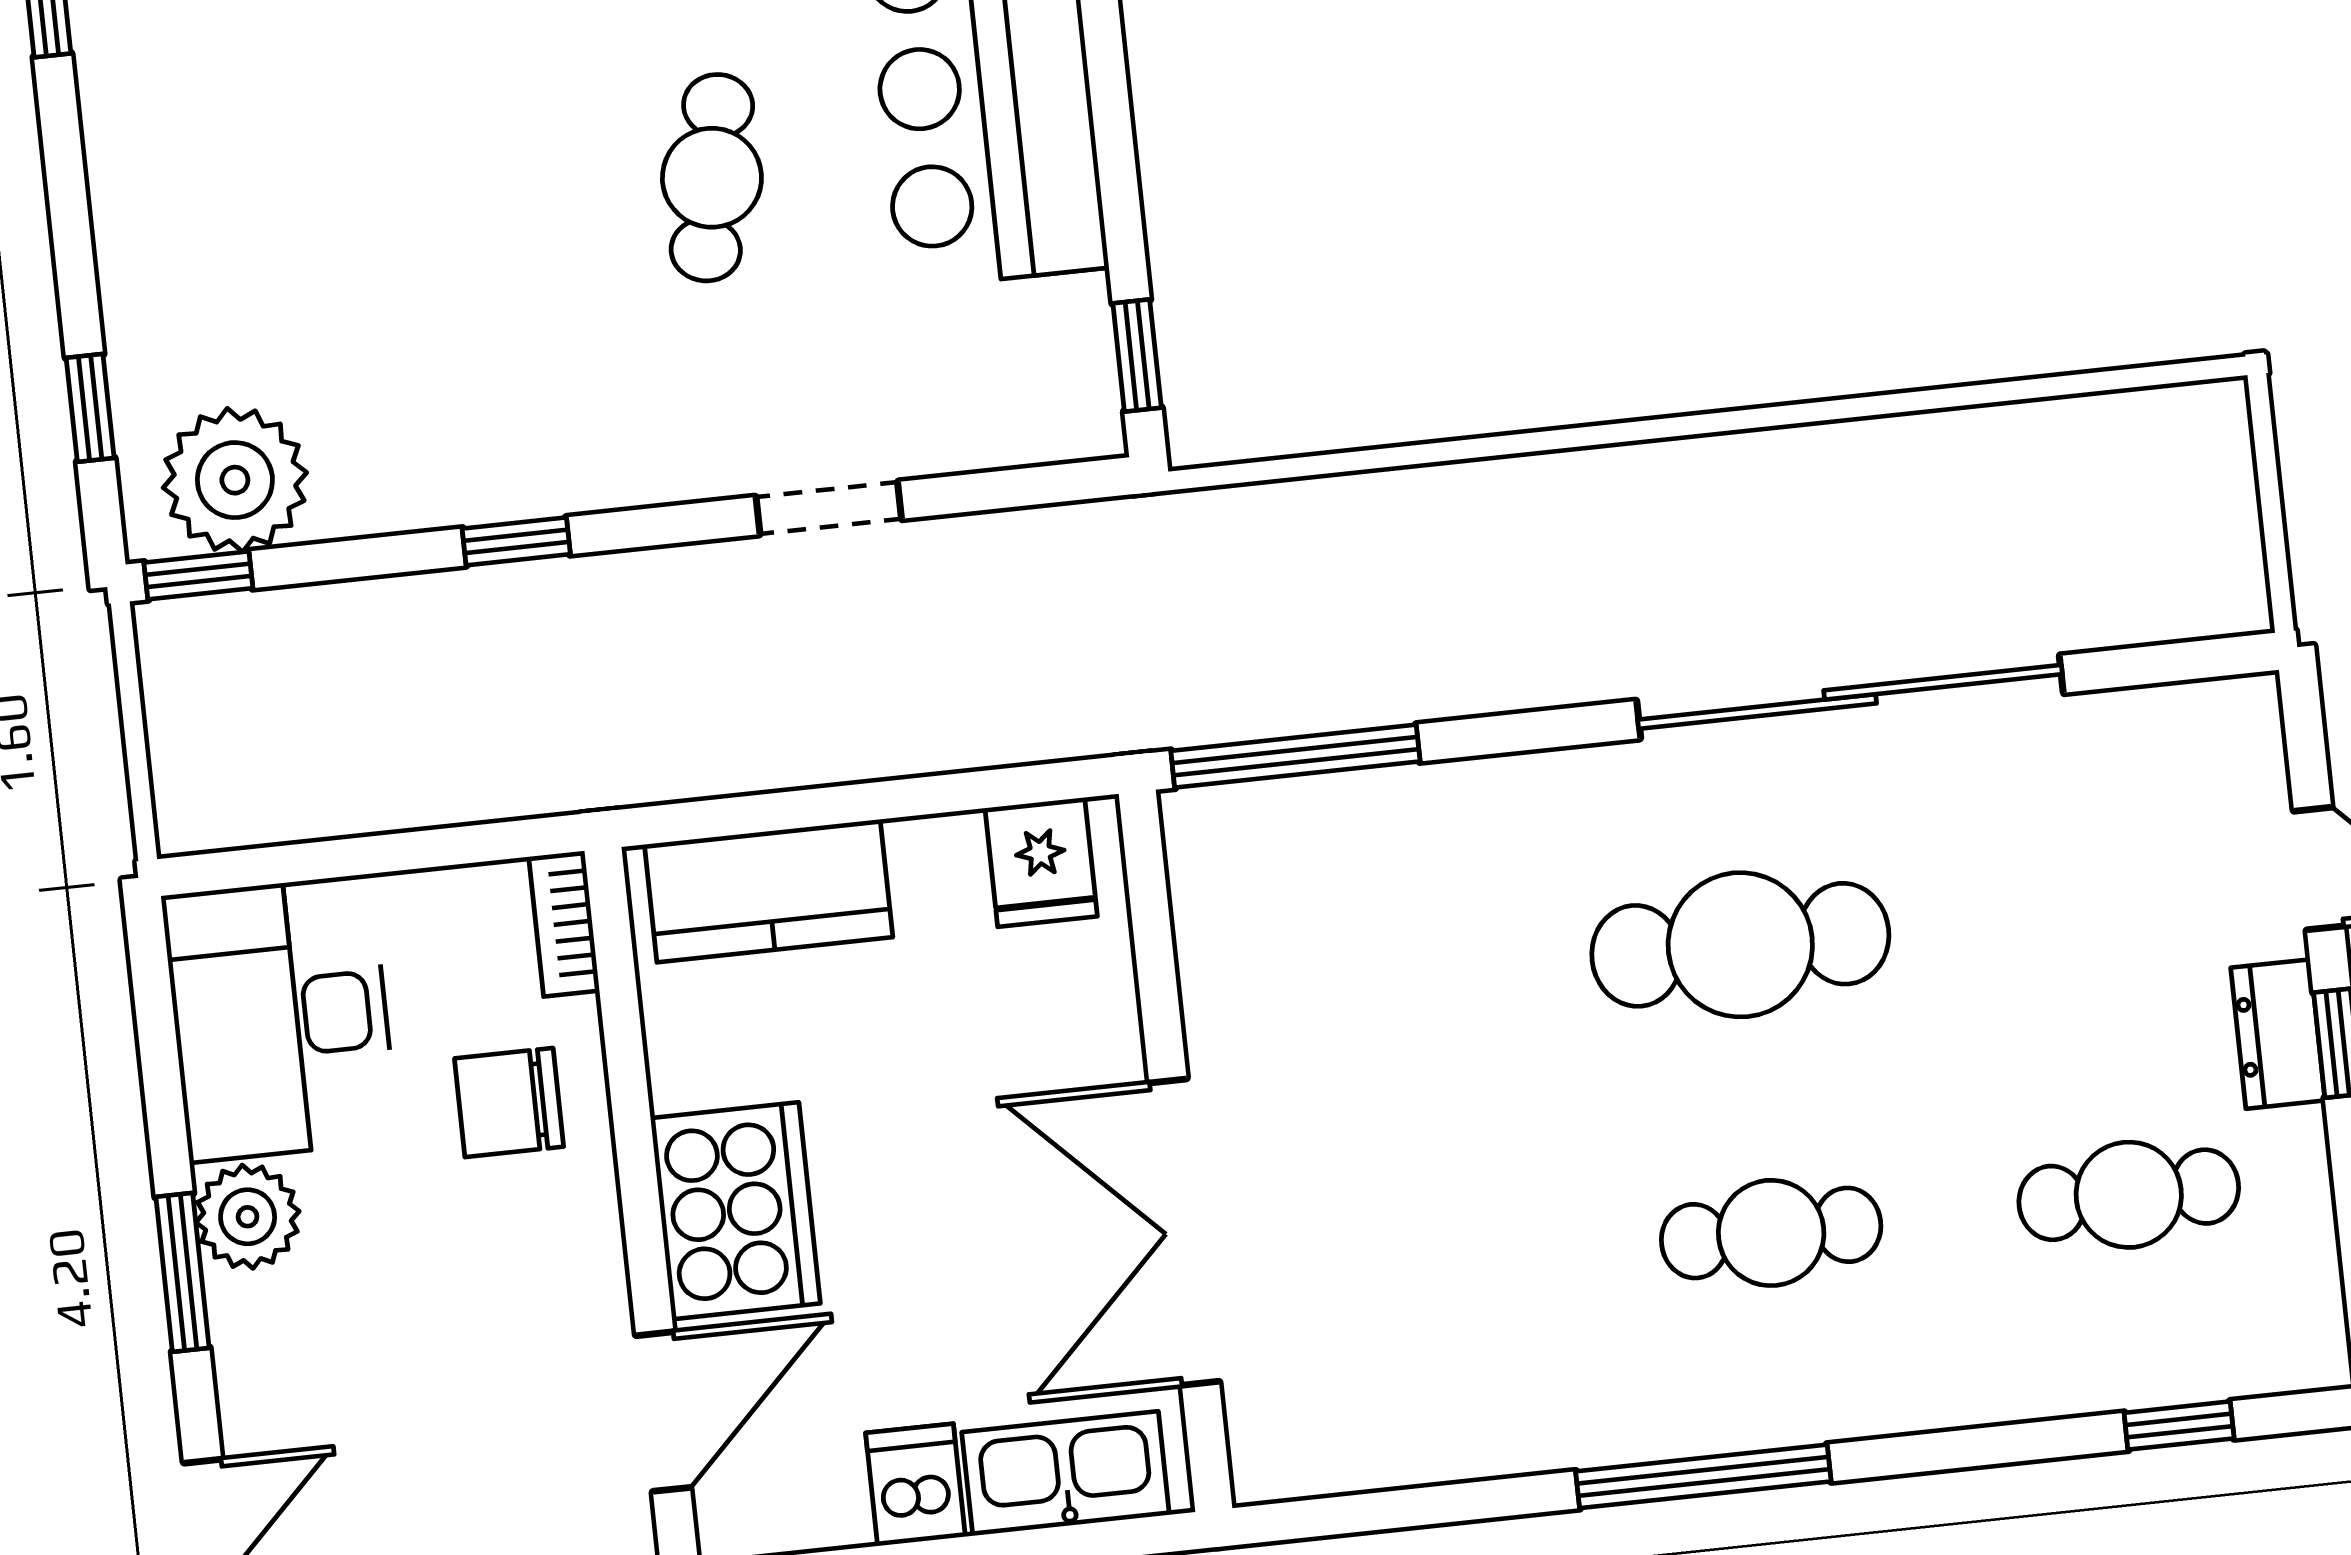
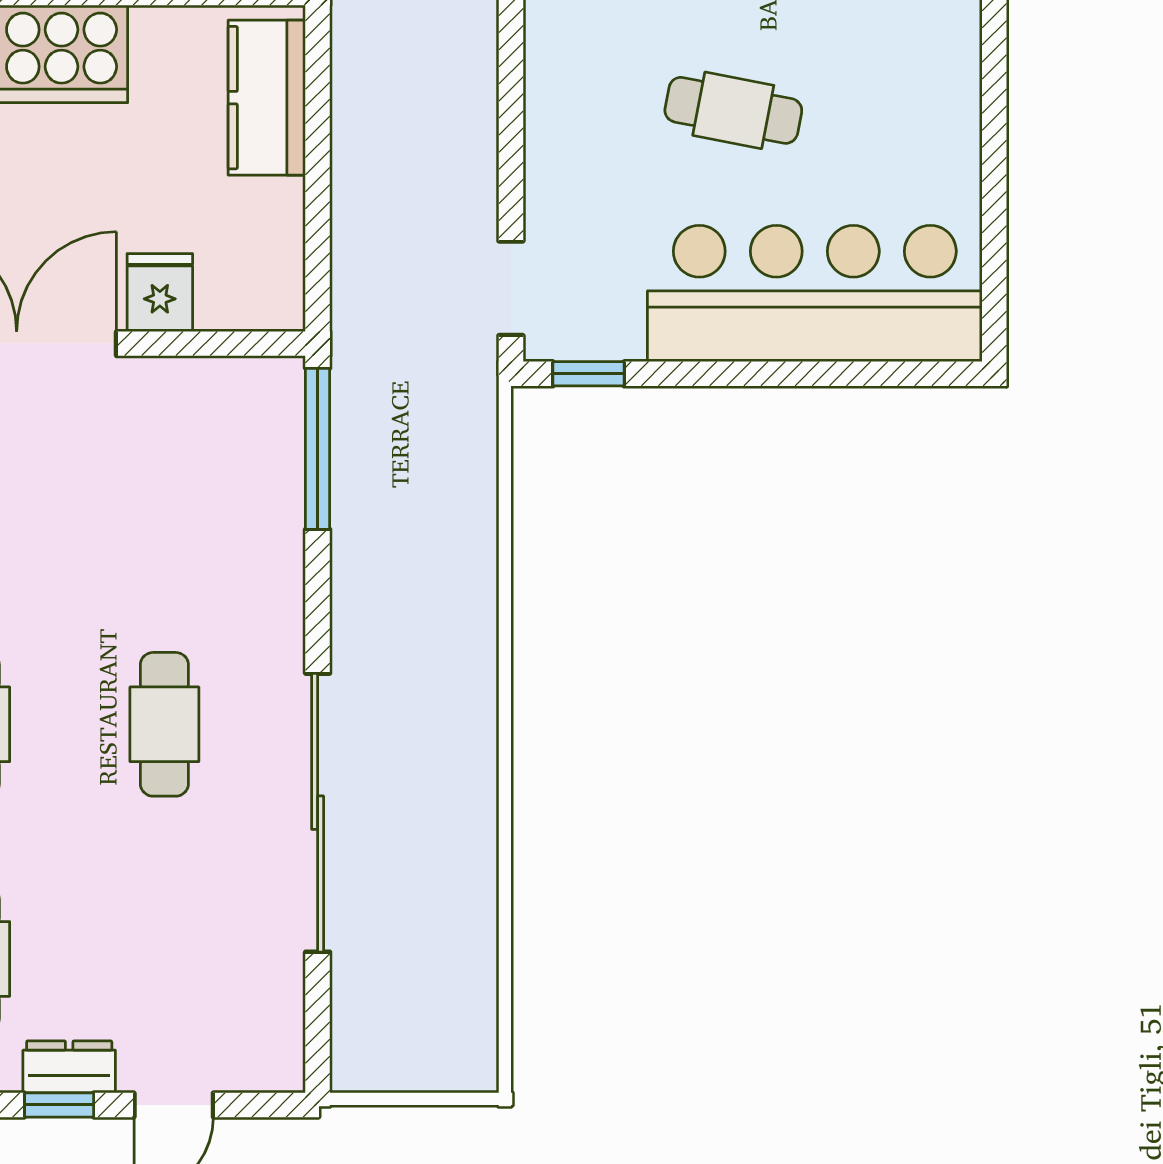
doorway: (829, 508) -> (511, 288), moved
fridge: (1041, 862) -> (160, 293), moved, turned 90
cafe table: (1740, 945) -> (164, 724), width x0.73, depth x0.74

